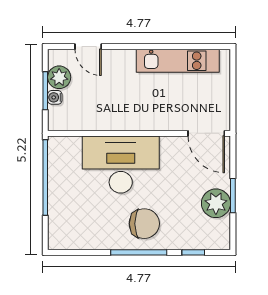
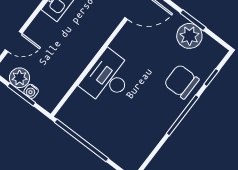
desk: (121, 164) -> (108, 78), width x0.73, depth x0.77
chair: (144, 224) -> (182, 82), moved, turned -90

